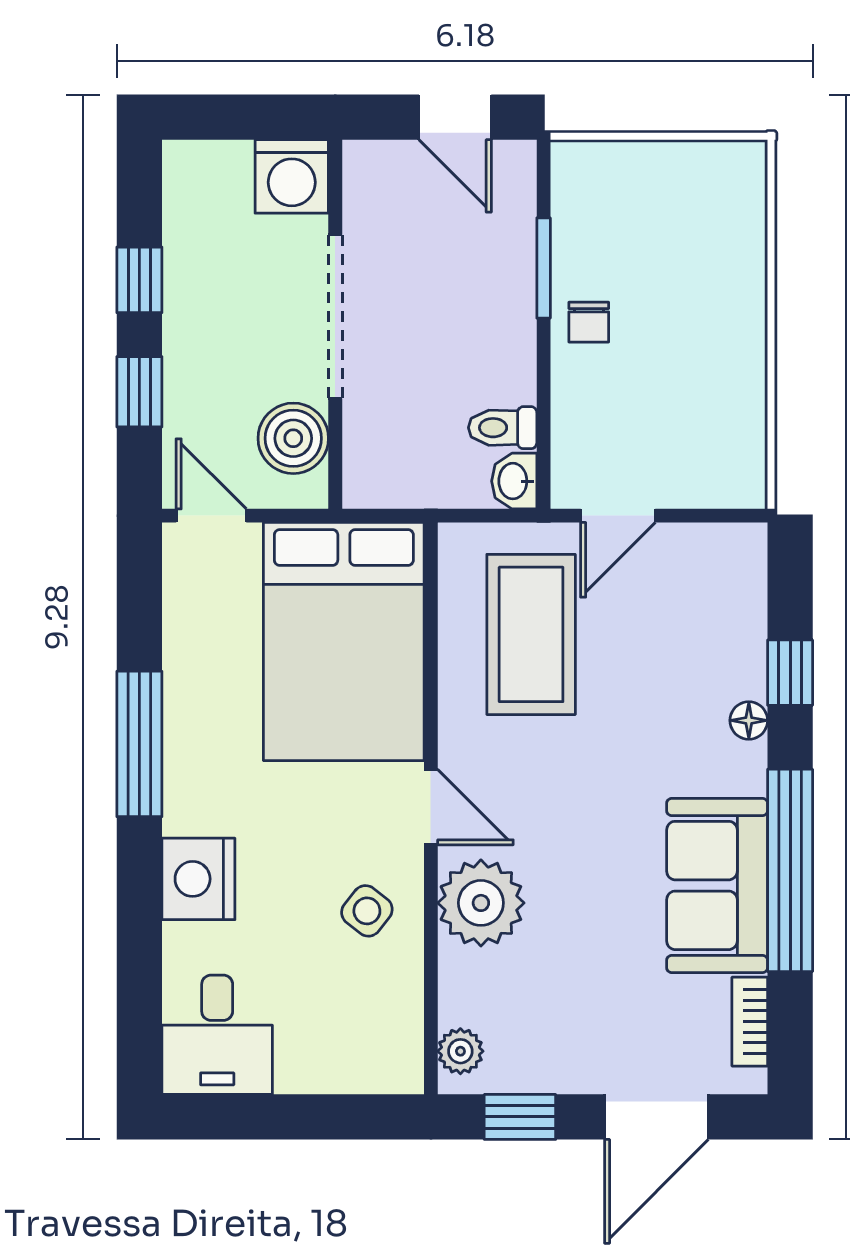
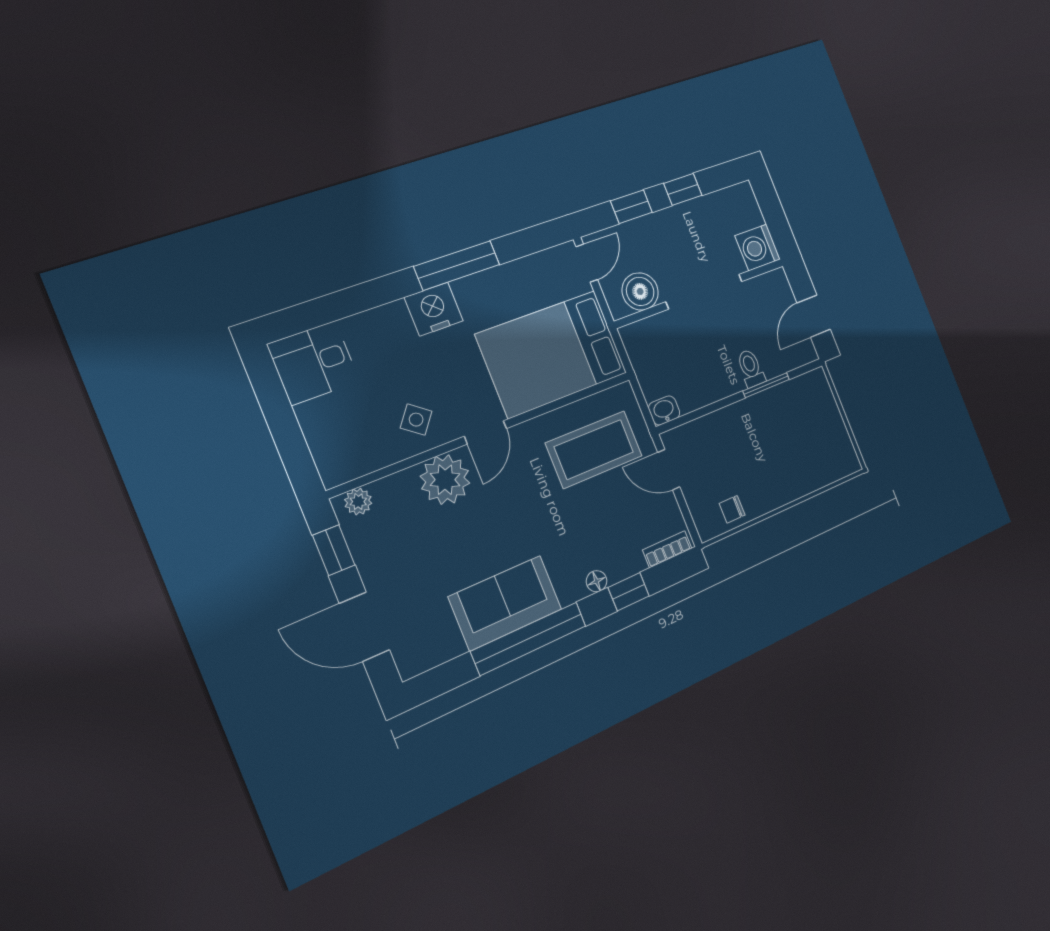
chair: (589, 322) -> (732, 509), moved
toilet: (503, 428) -> (751, 368), moved
nightstand: (198, 879) -> (434, 309), moved
bookcase: (750, 1022) -> (667, 549), moved

